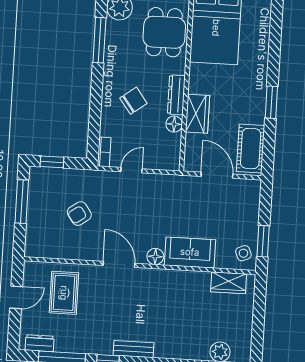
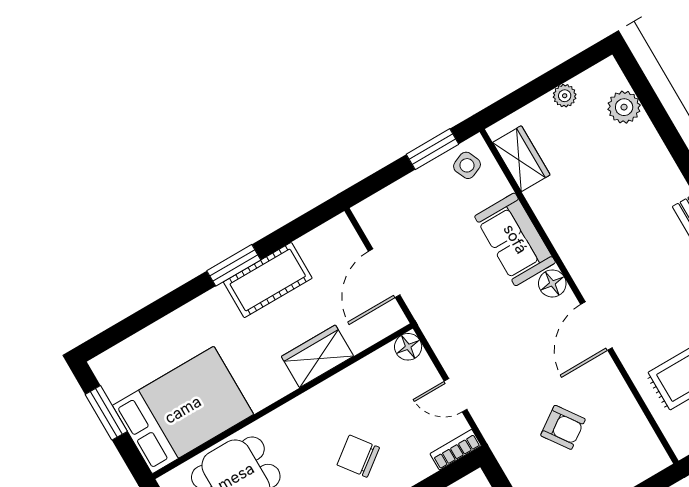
dresser: (176, 95) -> (311, 403), removed
floor lamp: (174, 124) -> (408, 347), moved
cot: (251, 149) -> (268, 280), moved
plant: (246, 326) -> (565, 96), added

